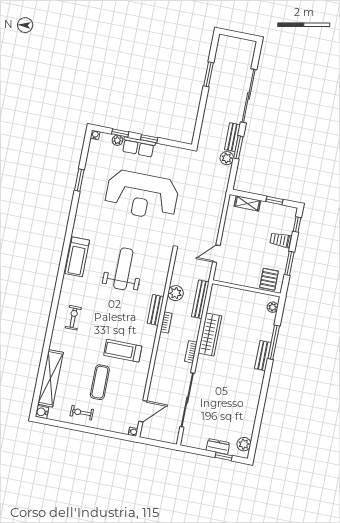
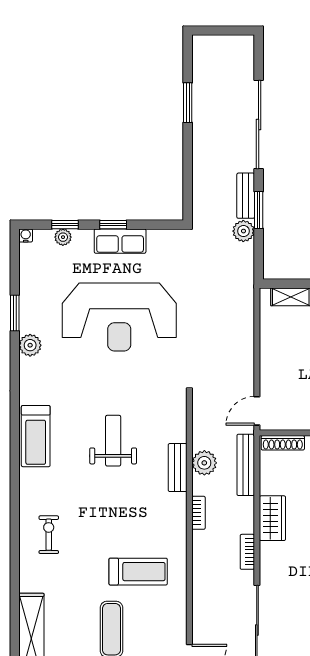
row of seats: (138, 147) -> (120, 241), moved
plant: (85, 201) -> (30, 345), added
door: (216, 254) -> (257, 411), moved
weight bench: (123, 269) -> (113, 441), width x0.73, depth x0.75
shoe rack: (225, 290) -> (283, 443), added
bench: (156, 310) -> (178, 468), moved
wardrobe: (210, 335) -> (272, 518), width x0.67
treadmill: (123, 351) -> (138, 572), turned 180

